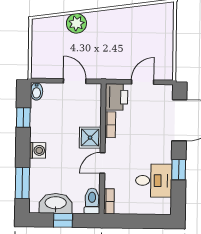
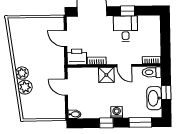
plant: (96, 20) -> (22, 73), added
door: (75, 81) -> (66, 87), hinge flipped
window: (23, 118) -> (106, 123), moved
desk: (154, 181) -> (125, 29), moved

